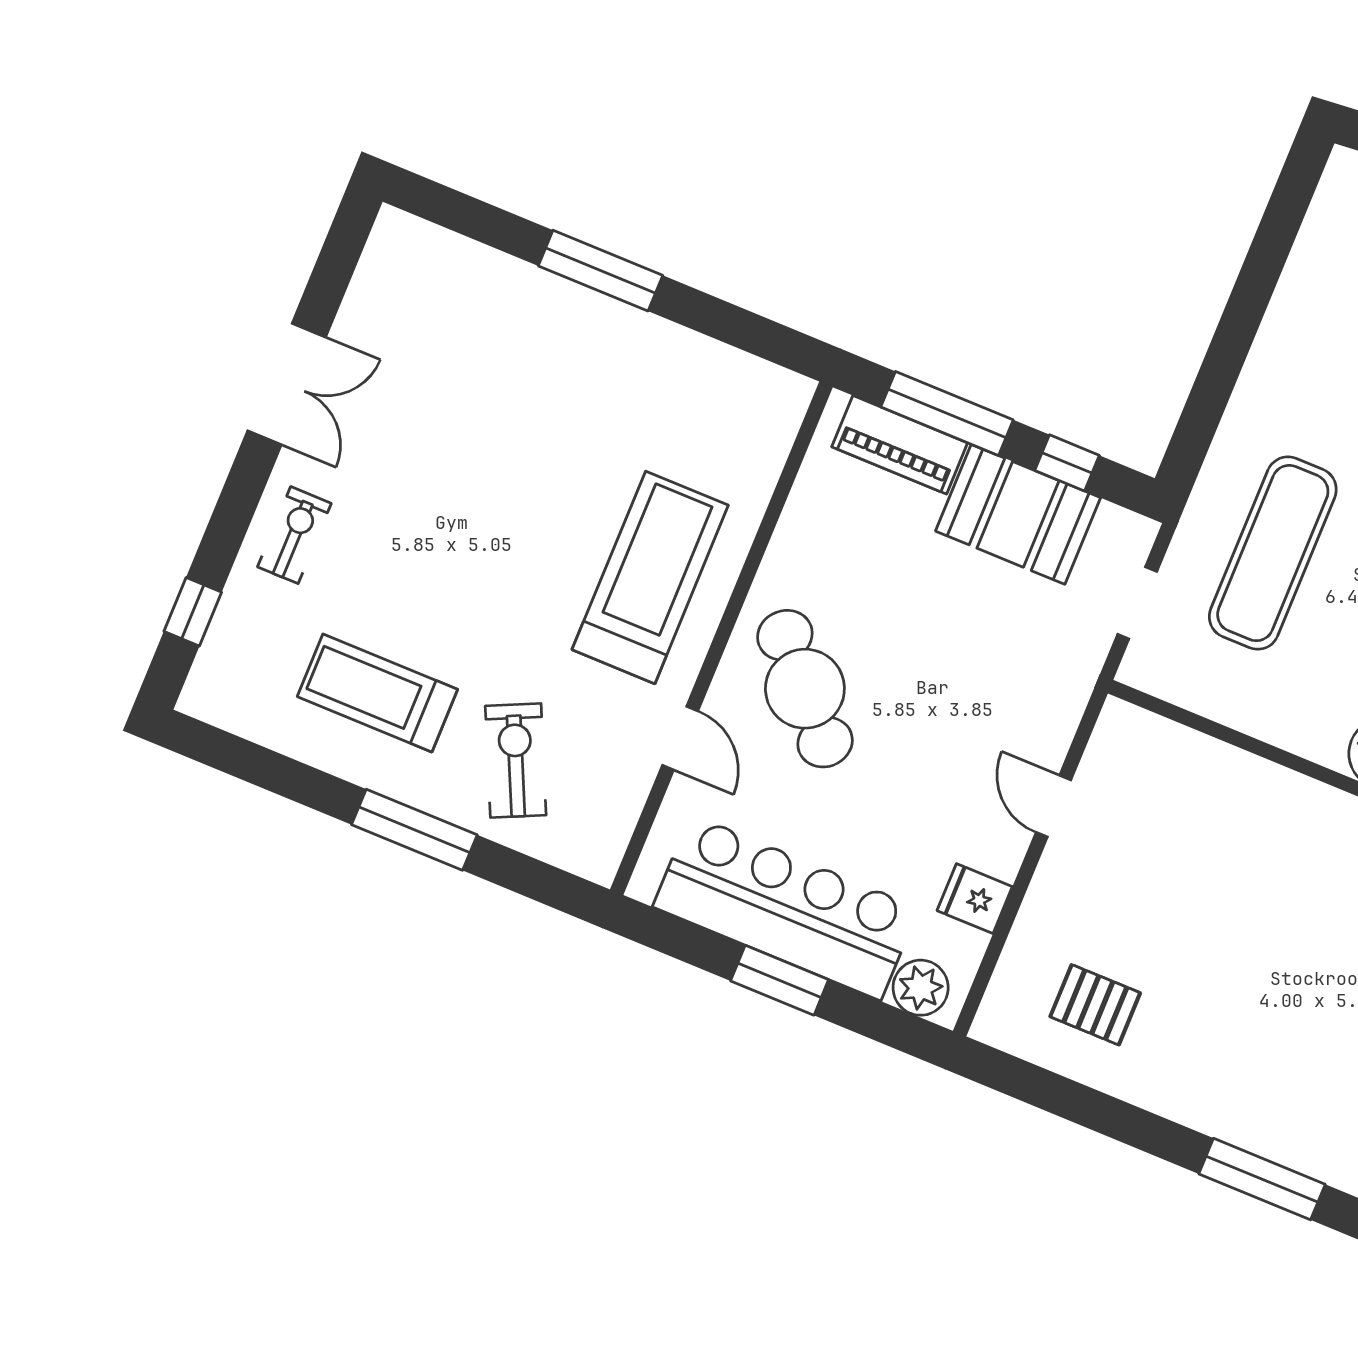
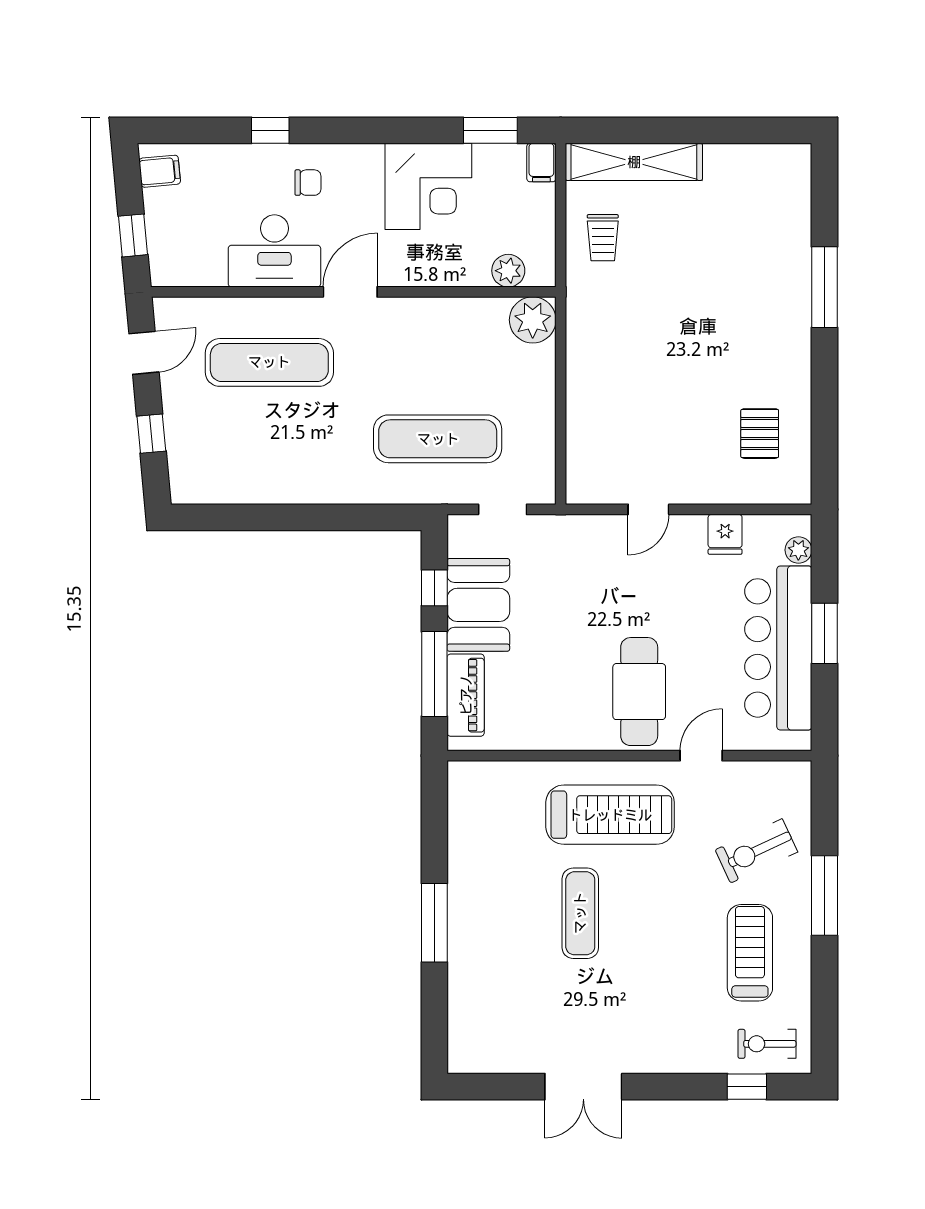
double door: (287, 384) -> (583, 1087), swing flipped
exercise mat: (530, 479) -> (580, 913), added
exercise bike: (294, 535) -> (767, 1044), moved
treadmill: (650, 577) -> (610, 815), turned 180
cafe table: (805, 689) -> (639, 692), turned -47
treadmill: (377, 693) -> (750, 953), turned 180
plant: (921, 988) -> (798, 550), width x0.73, depth x0.73

